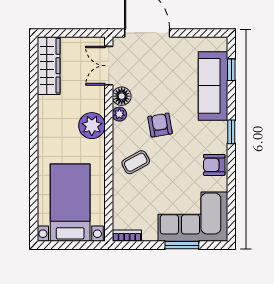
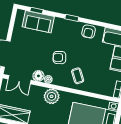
sofa: (213, 86) -> (38, 22), width x0.73

